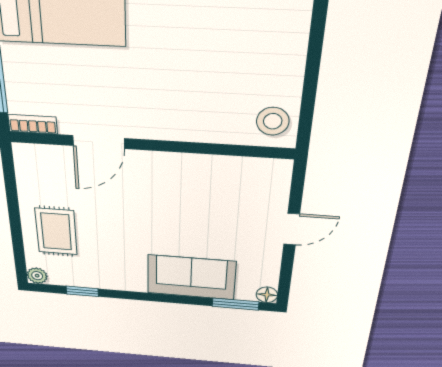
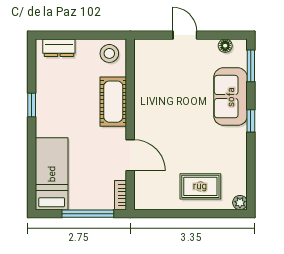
dresser: (292, 39) -> (59, 48), added
cot: (188, 122) -> (113, 102), added
window: (82, 291) -> (251, 121), moved
floor lamp: (267, 295) -> (225, 46), moved

